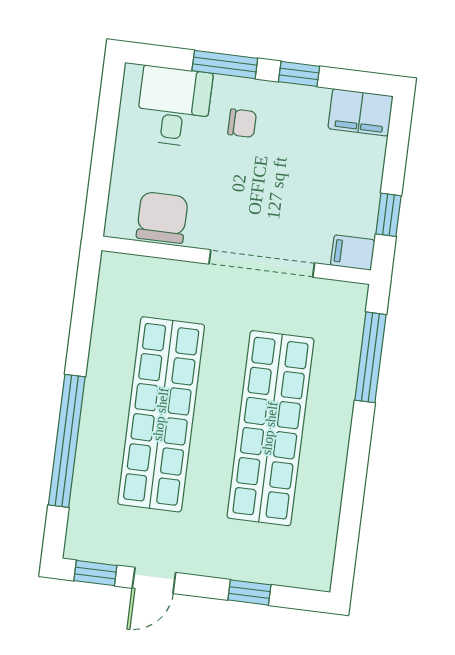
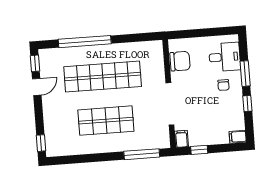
filing cabinet: (360, 112) -> (238, 137), width x0.50
shop shelf: (270, 428) -> (106, 121), width x0.71
door: (154, 580) -> (37, 87), swing flipped
window: (249, 592) -> (41, 143), moved

